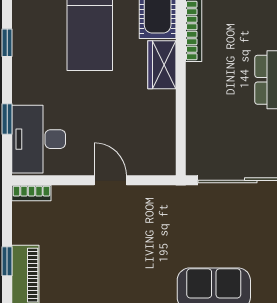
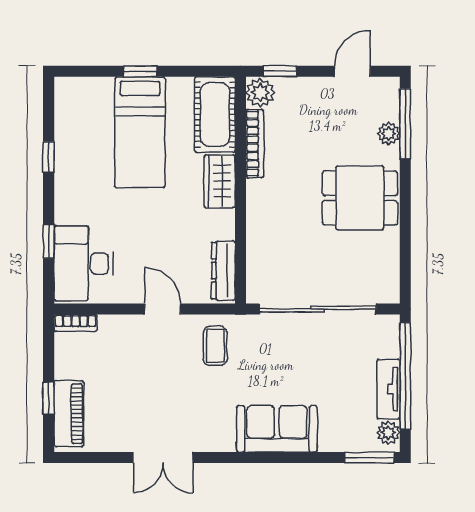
dresser: (165, 145) -> (223, 271), added
coffee table: (158, 214) -> (215, 346), added

